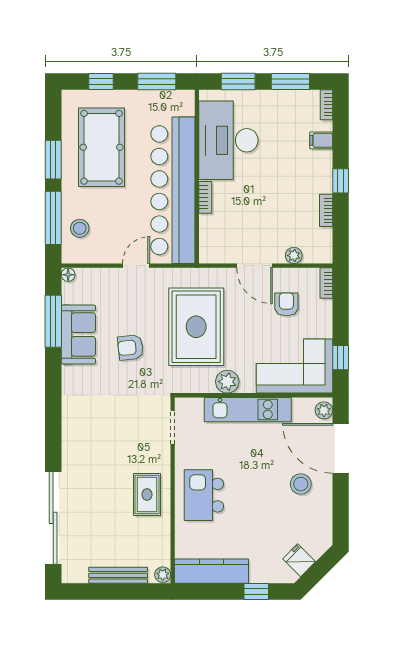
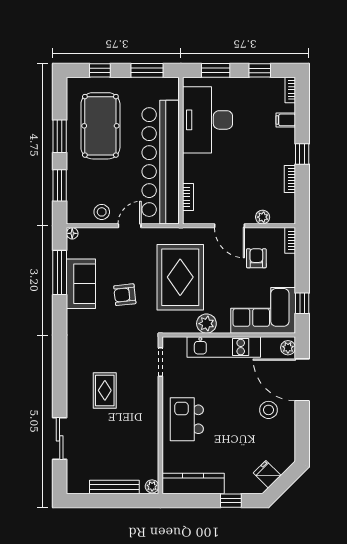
window: (290, 82) -> (260, 70), width x0.67
bookcase: (205, 197) -> (188, 197), moved
window: (53, 218) -> (60, 185), width x0.69
stool: (80, 228) -> (102, 212), moved
rug: (147, 494) -> (105, 390), moved
sliding door: (53, 518) -> (60, 438), width x0.54

